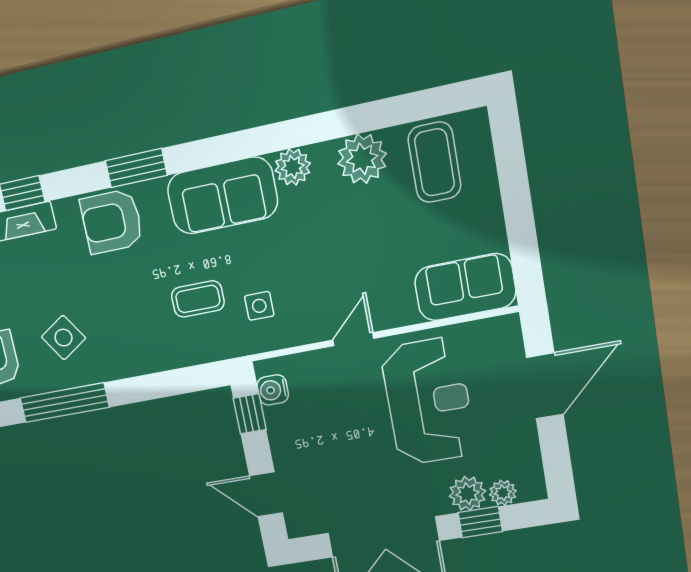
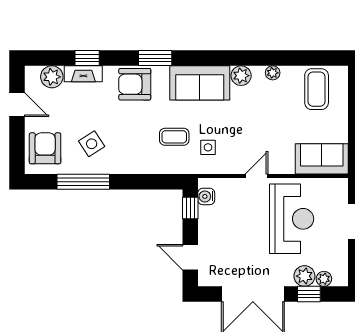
plant: (362, 159) -> (273, 73), width x0.53, depth x0.53

